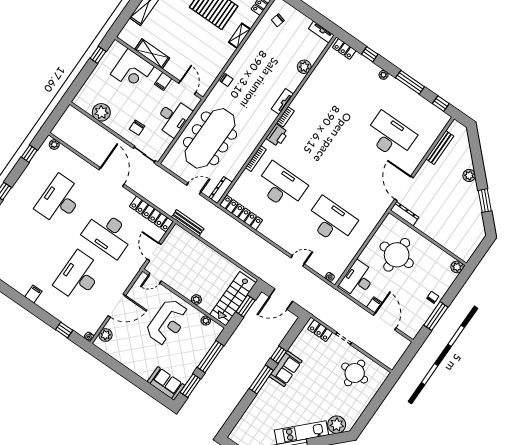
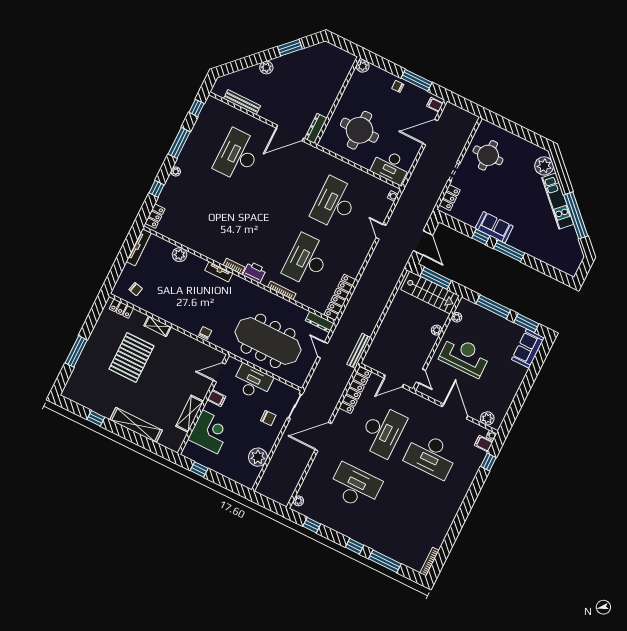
tv unit: (321, 32) -> (139, 247), width x1.41
desk: (60, 200) -> (355, 487), turned 180
filing cabinet: (33, 294) -> (484, 444), moved
filing cabinet: (374, 305) -> (435, 105), moved
window: (246, 306) -> (436, 278), width x1.44

